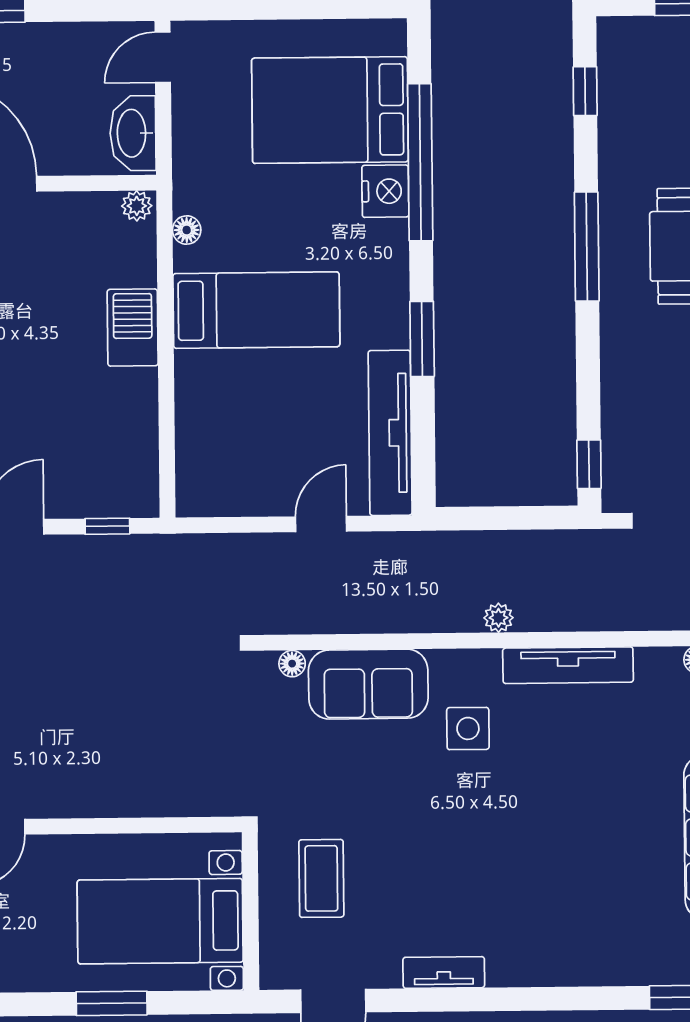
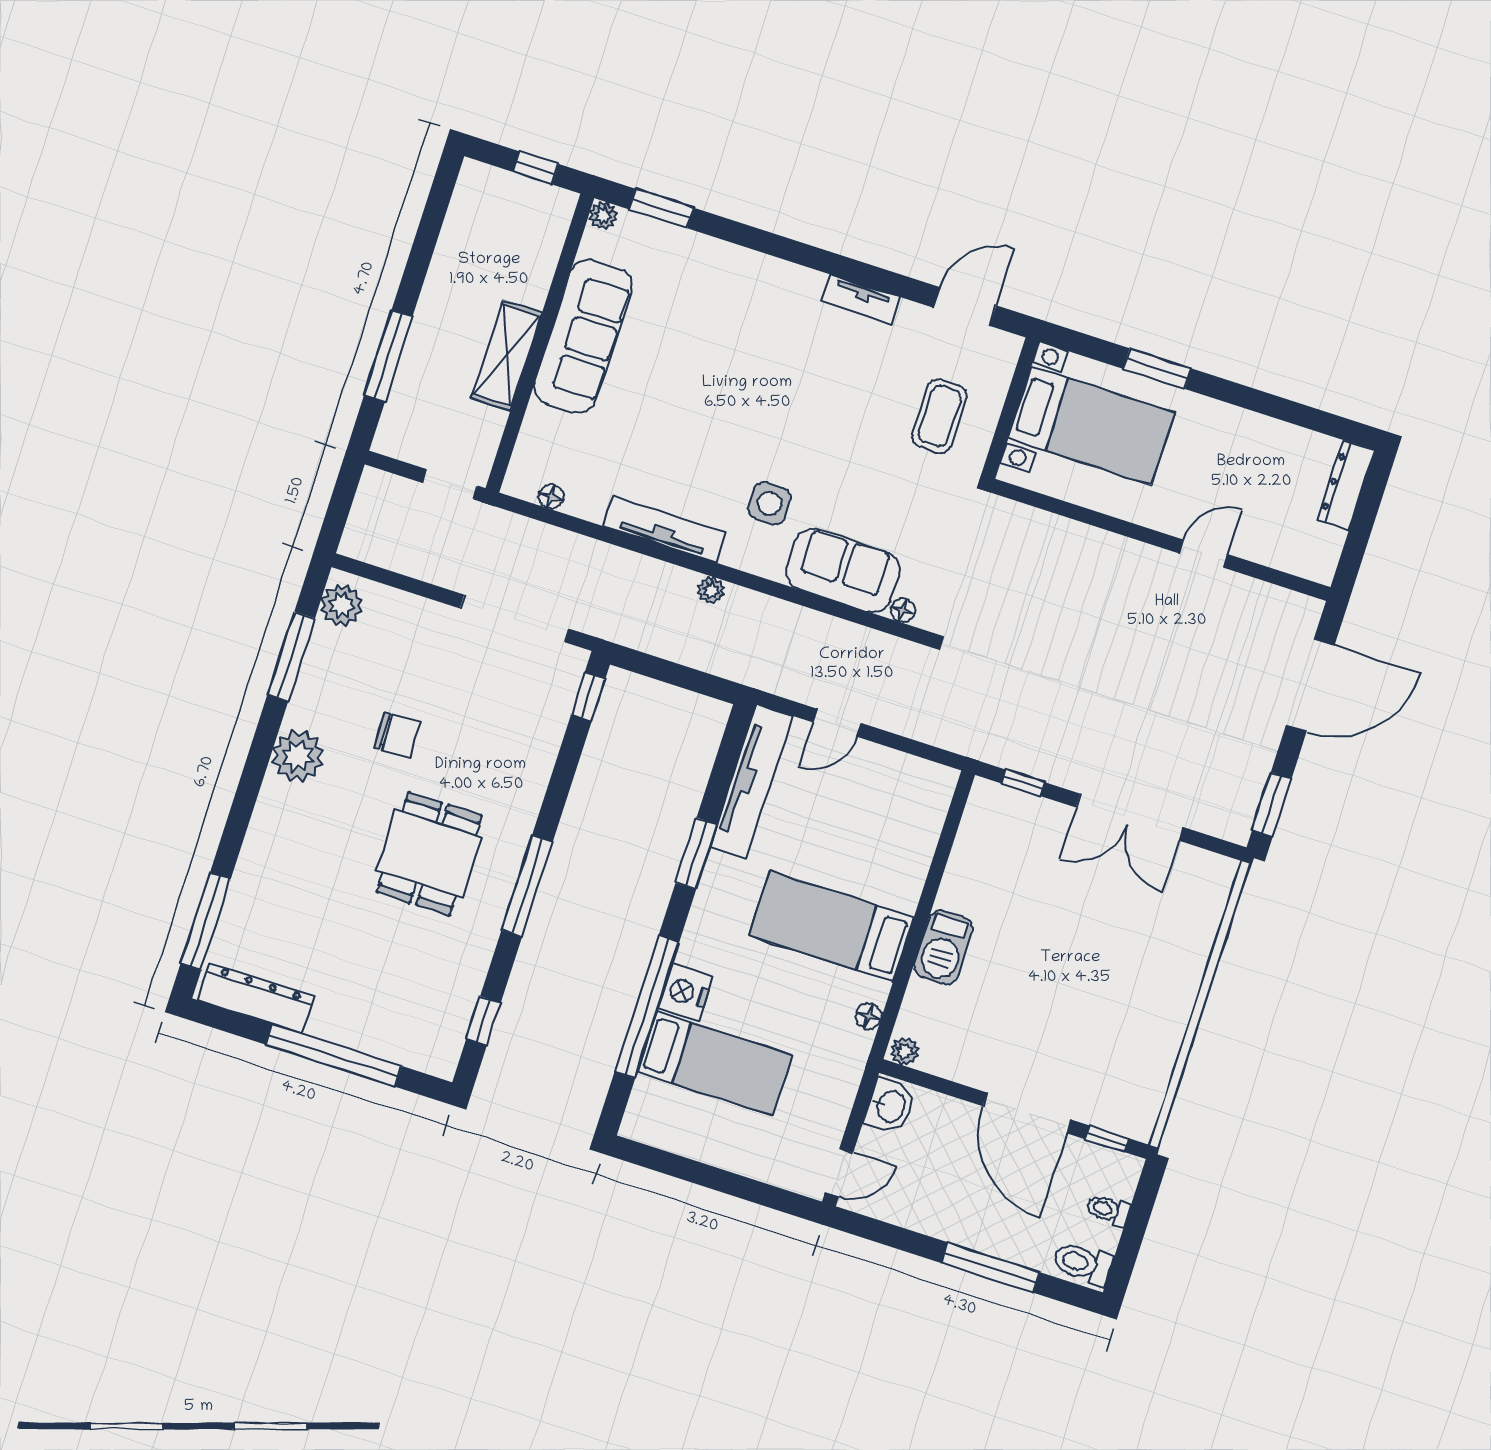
bed: (330, 110) -> (715, 1063), width x0.67
washbasin: (133, 133) -> (890, 1106), width x0.72

